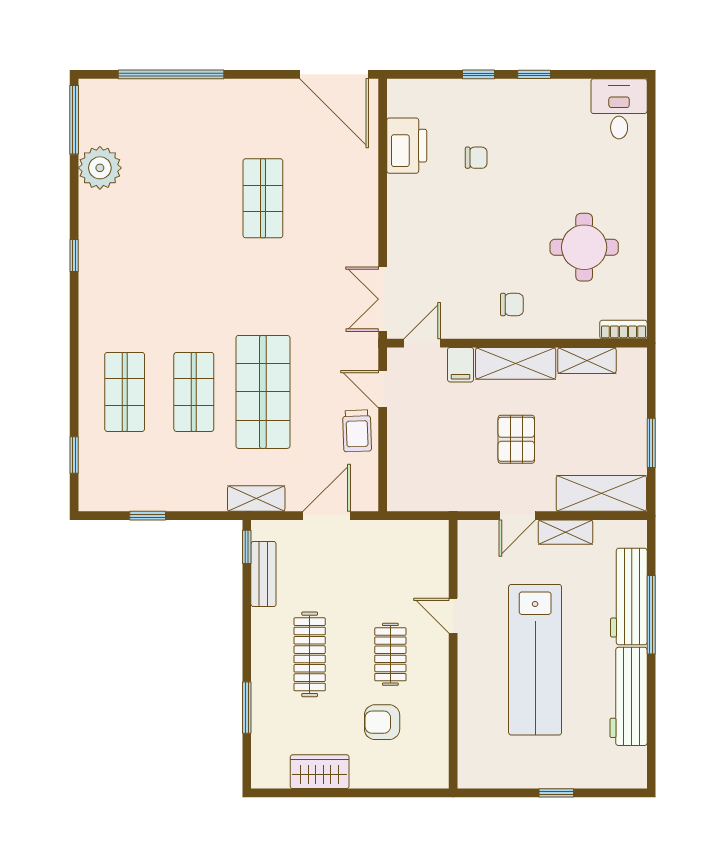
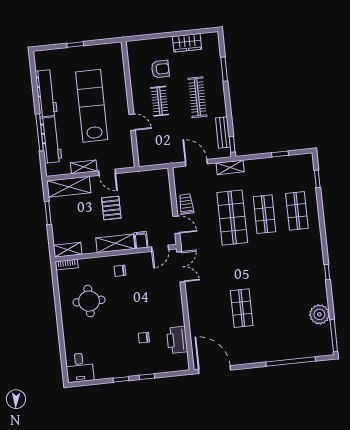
shelving: (587, 361) -> (68, 250), moved
door: (327, 516) -> (196, 163), swing flipped
door: (517, 516) -> (107, 172), swing flipped

